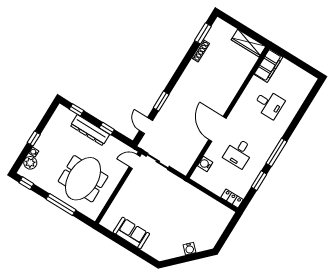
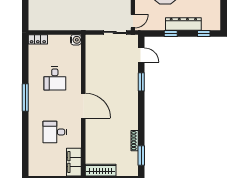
door: (217, 129) -> (83, 106), moved
desk: (239, 153) -> (55, 79), turned 180
water cooler: (205, 164) -> (76, 40), moved
window: (259, 181) -> (25, 67), removed

